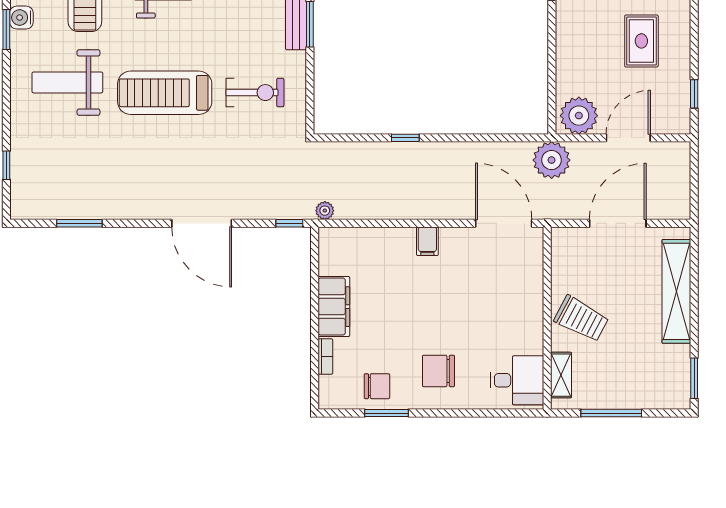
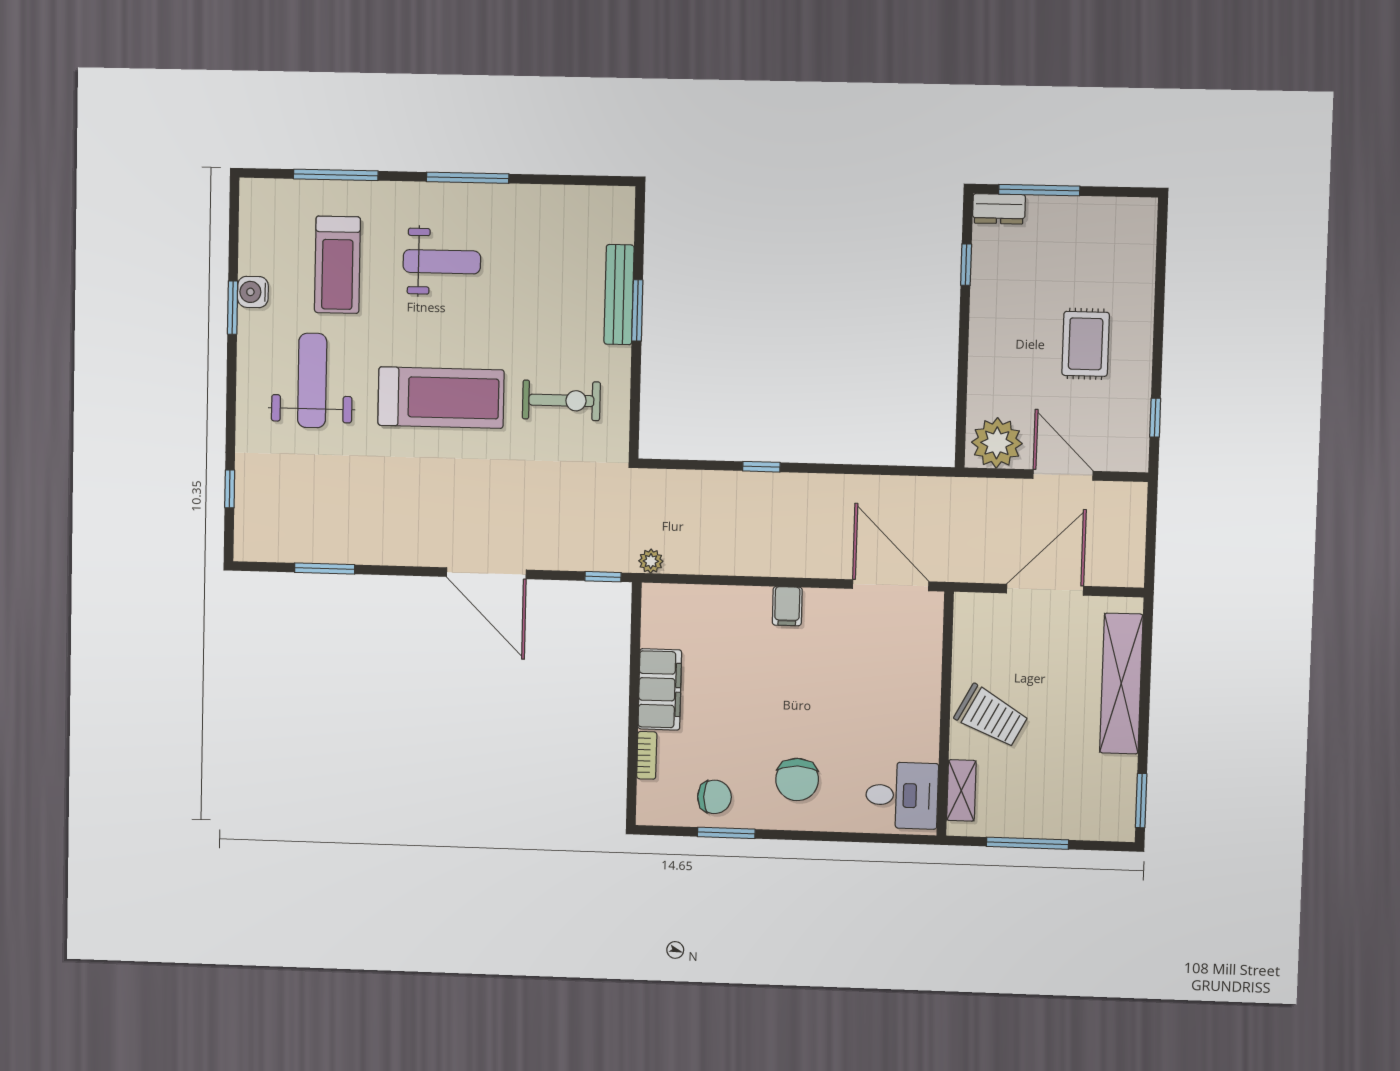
weight bench: (67, 82) -> (312, 381), turned 90
treadmill: (165, 93) -> (441, 398), turned 180
door: (628, 138) -> (1063, 475), hinge flipped
plant: (552, 160) -> (958, 502), removed
chair: (438, 371) -> (797, 779), turned -90

